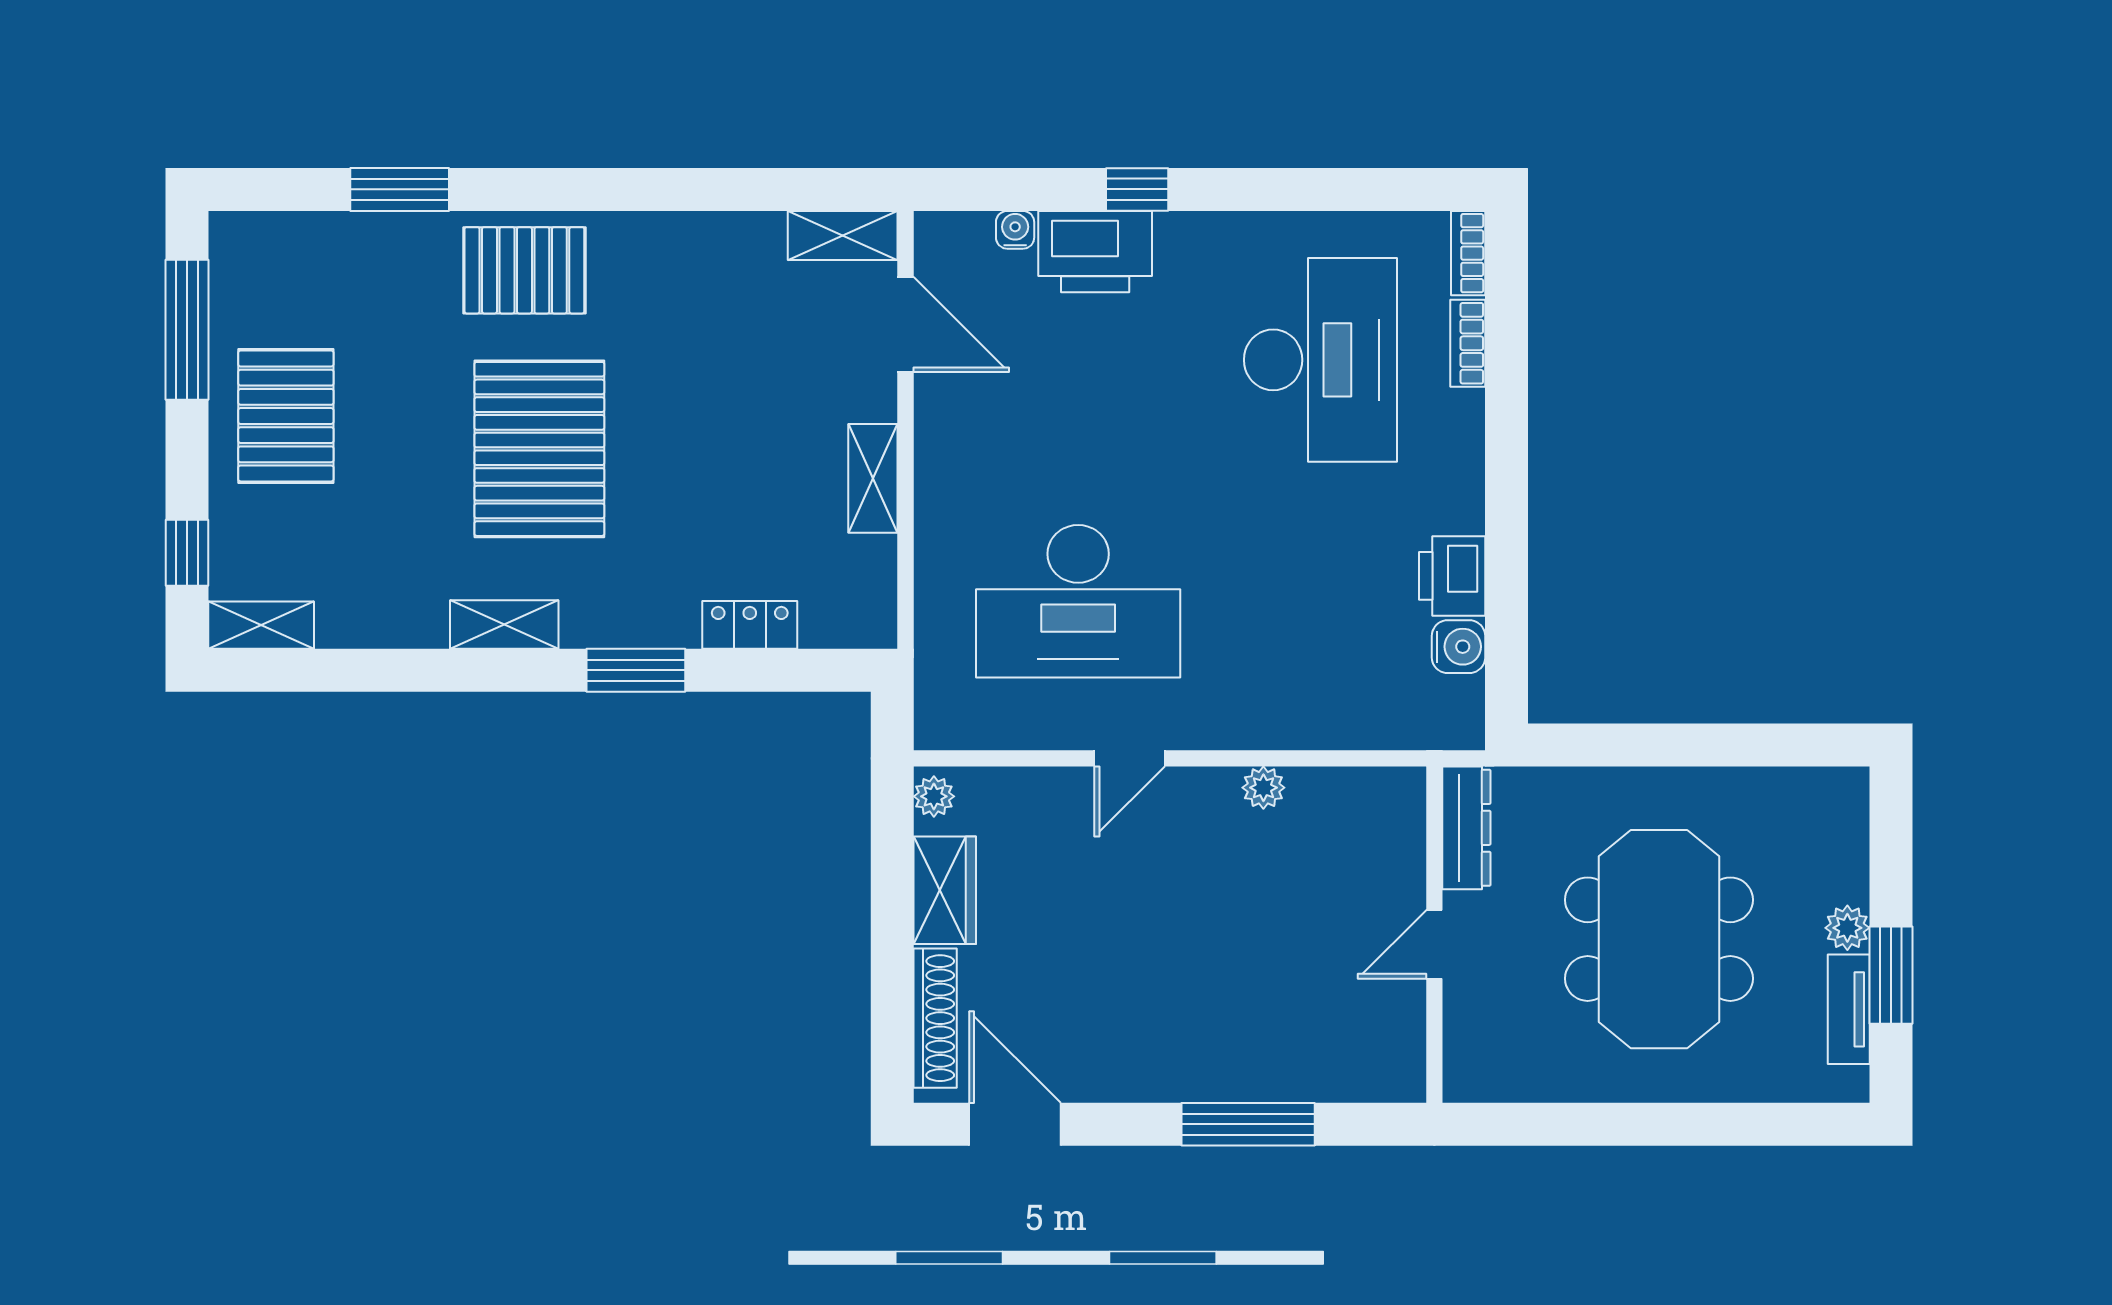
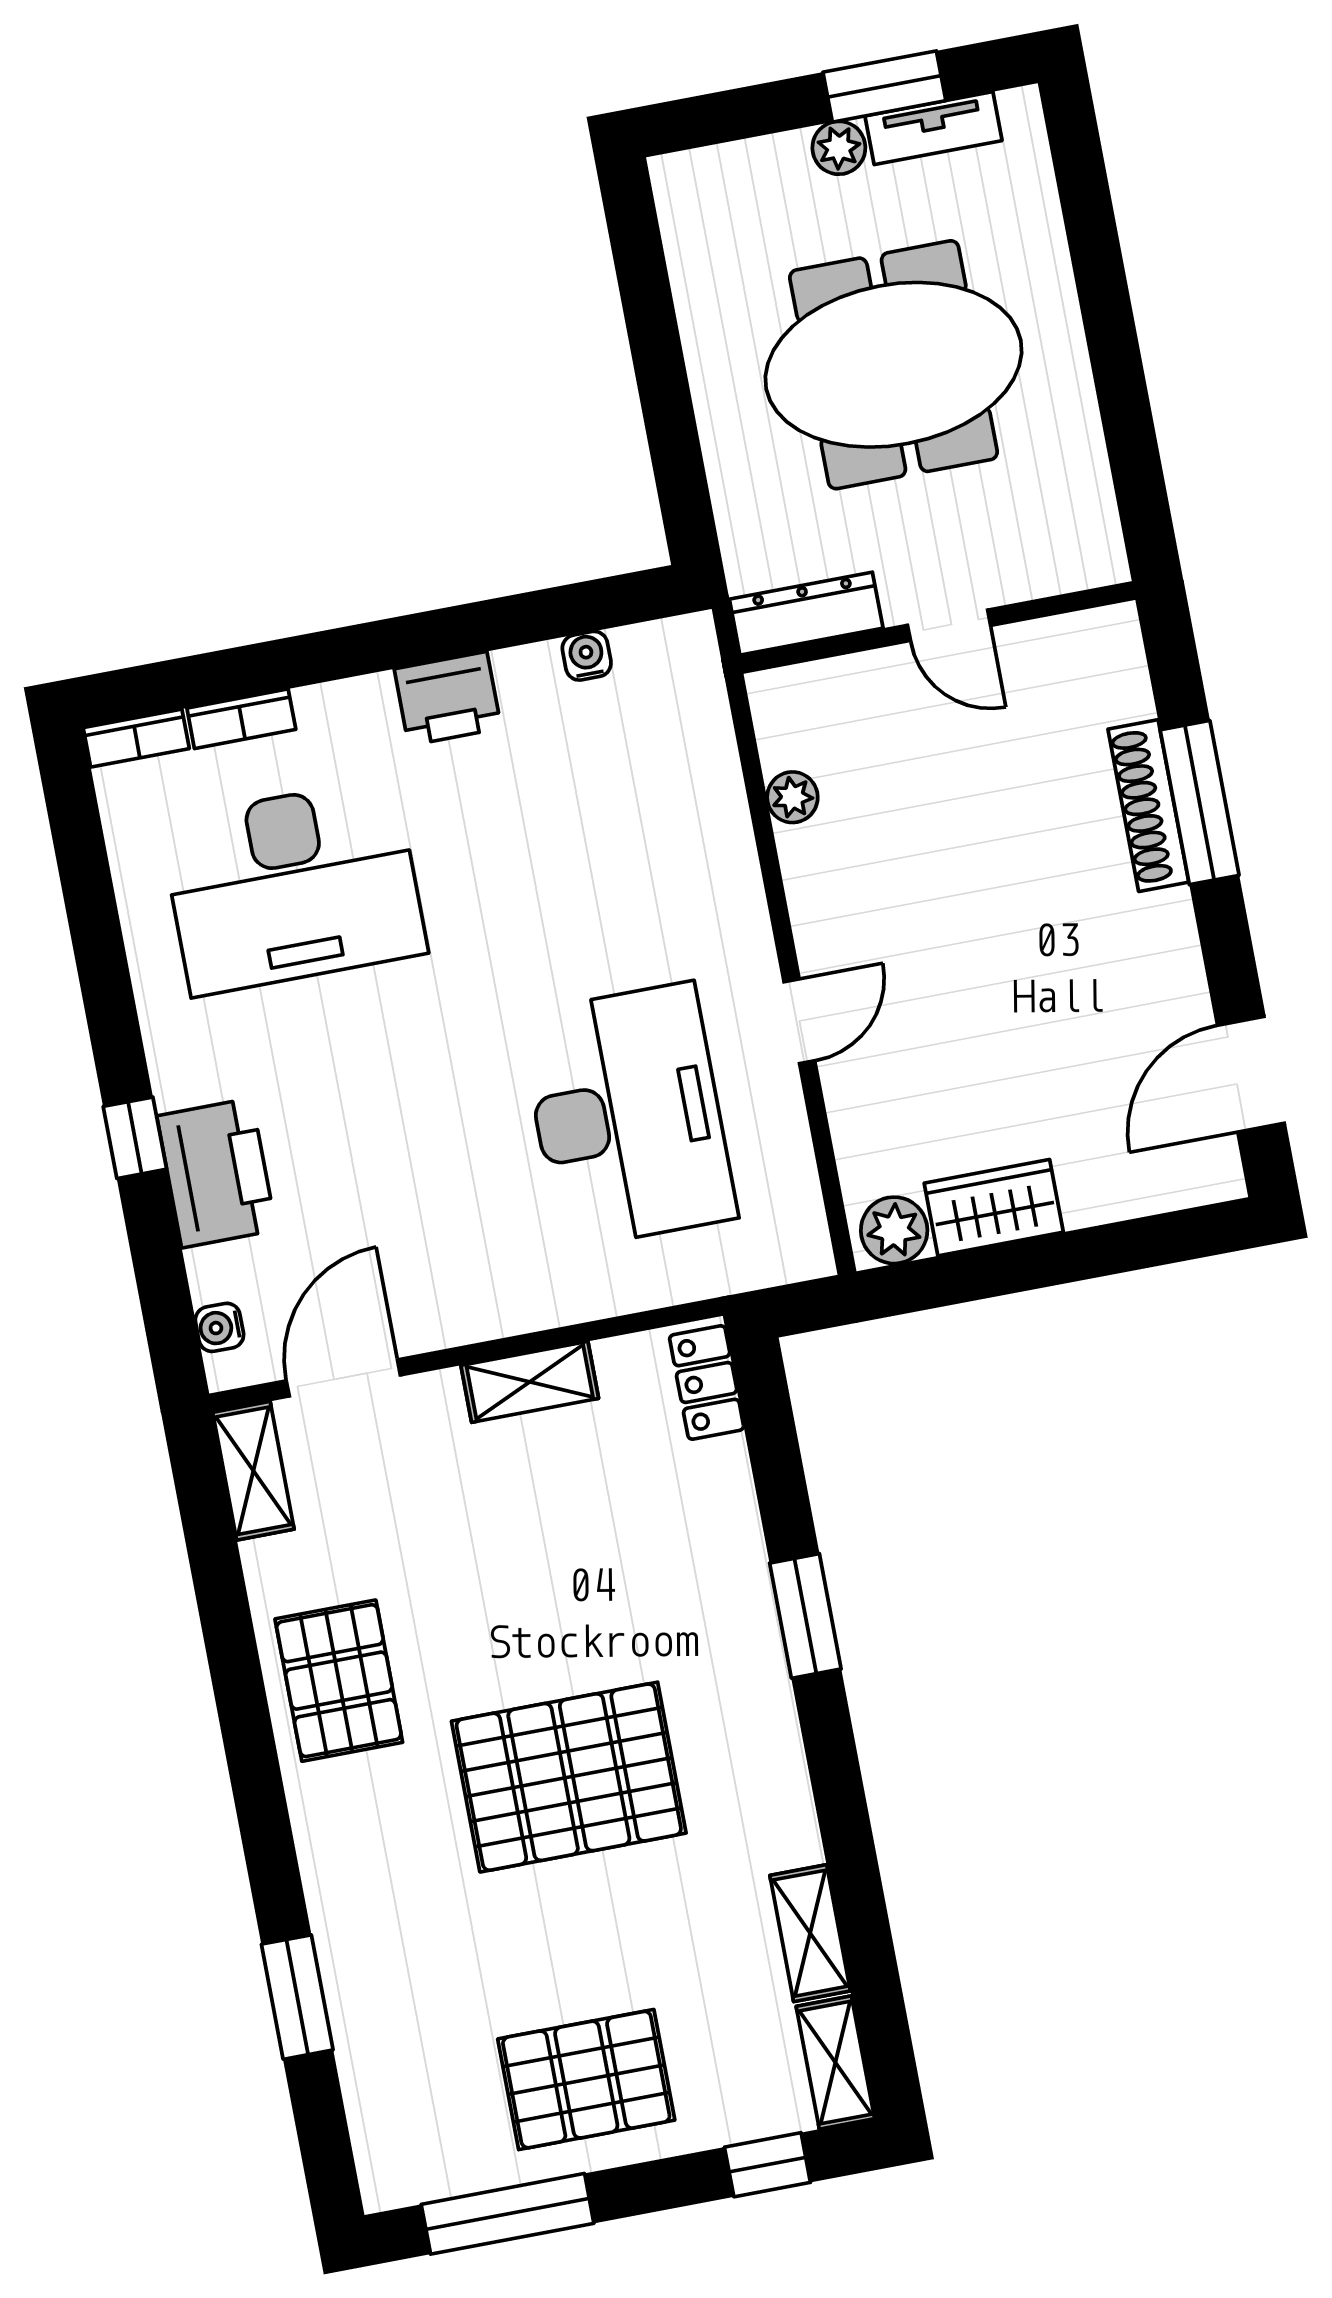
water cooler: (1015, 230) -> (219, 1327), moved
pallet: (524, 270) -> (339, 1681), moved
desk: (1320, 360) -> (293, 887), turned 180
printer: (1452, 576) -> (448, 699), moved
shelving: (504, 624) -> (810, 1933), moved
locker: (750, 625) -> (707, 1383), moved
water cooler: (1458, 647) -> (587, 656), width x0.72, depth x0.72
door: (1130, 758) -> (799, 1021), hinge flipped
plant: (1263, 788) -> (792, 797), moved
plant: (934, 796) -> (894, 1230), width x1.38, depth x1.38
shoe rack: (935, 1018) -> (1148, 806), moved, turned -90

